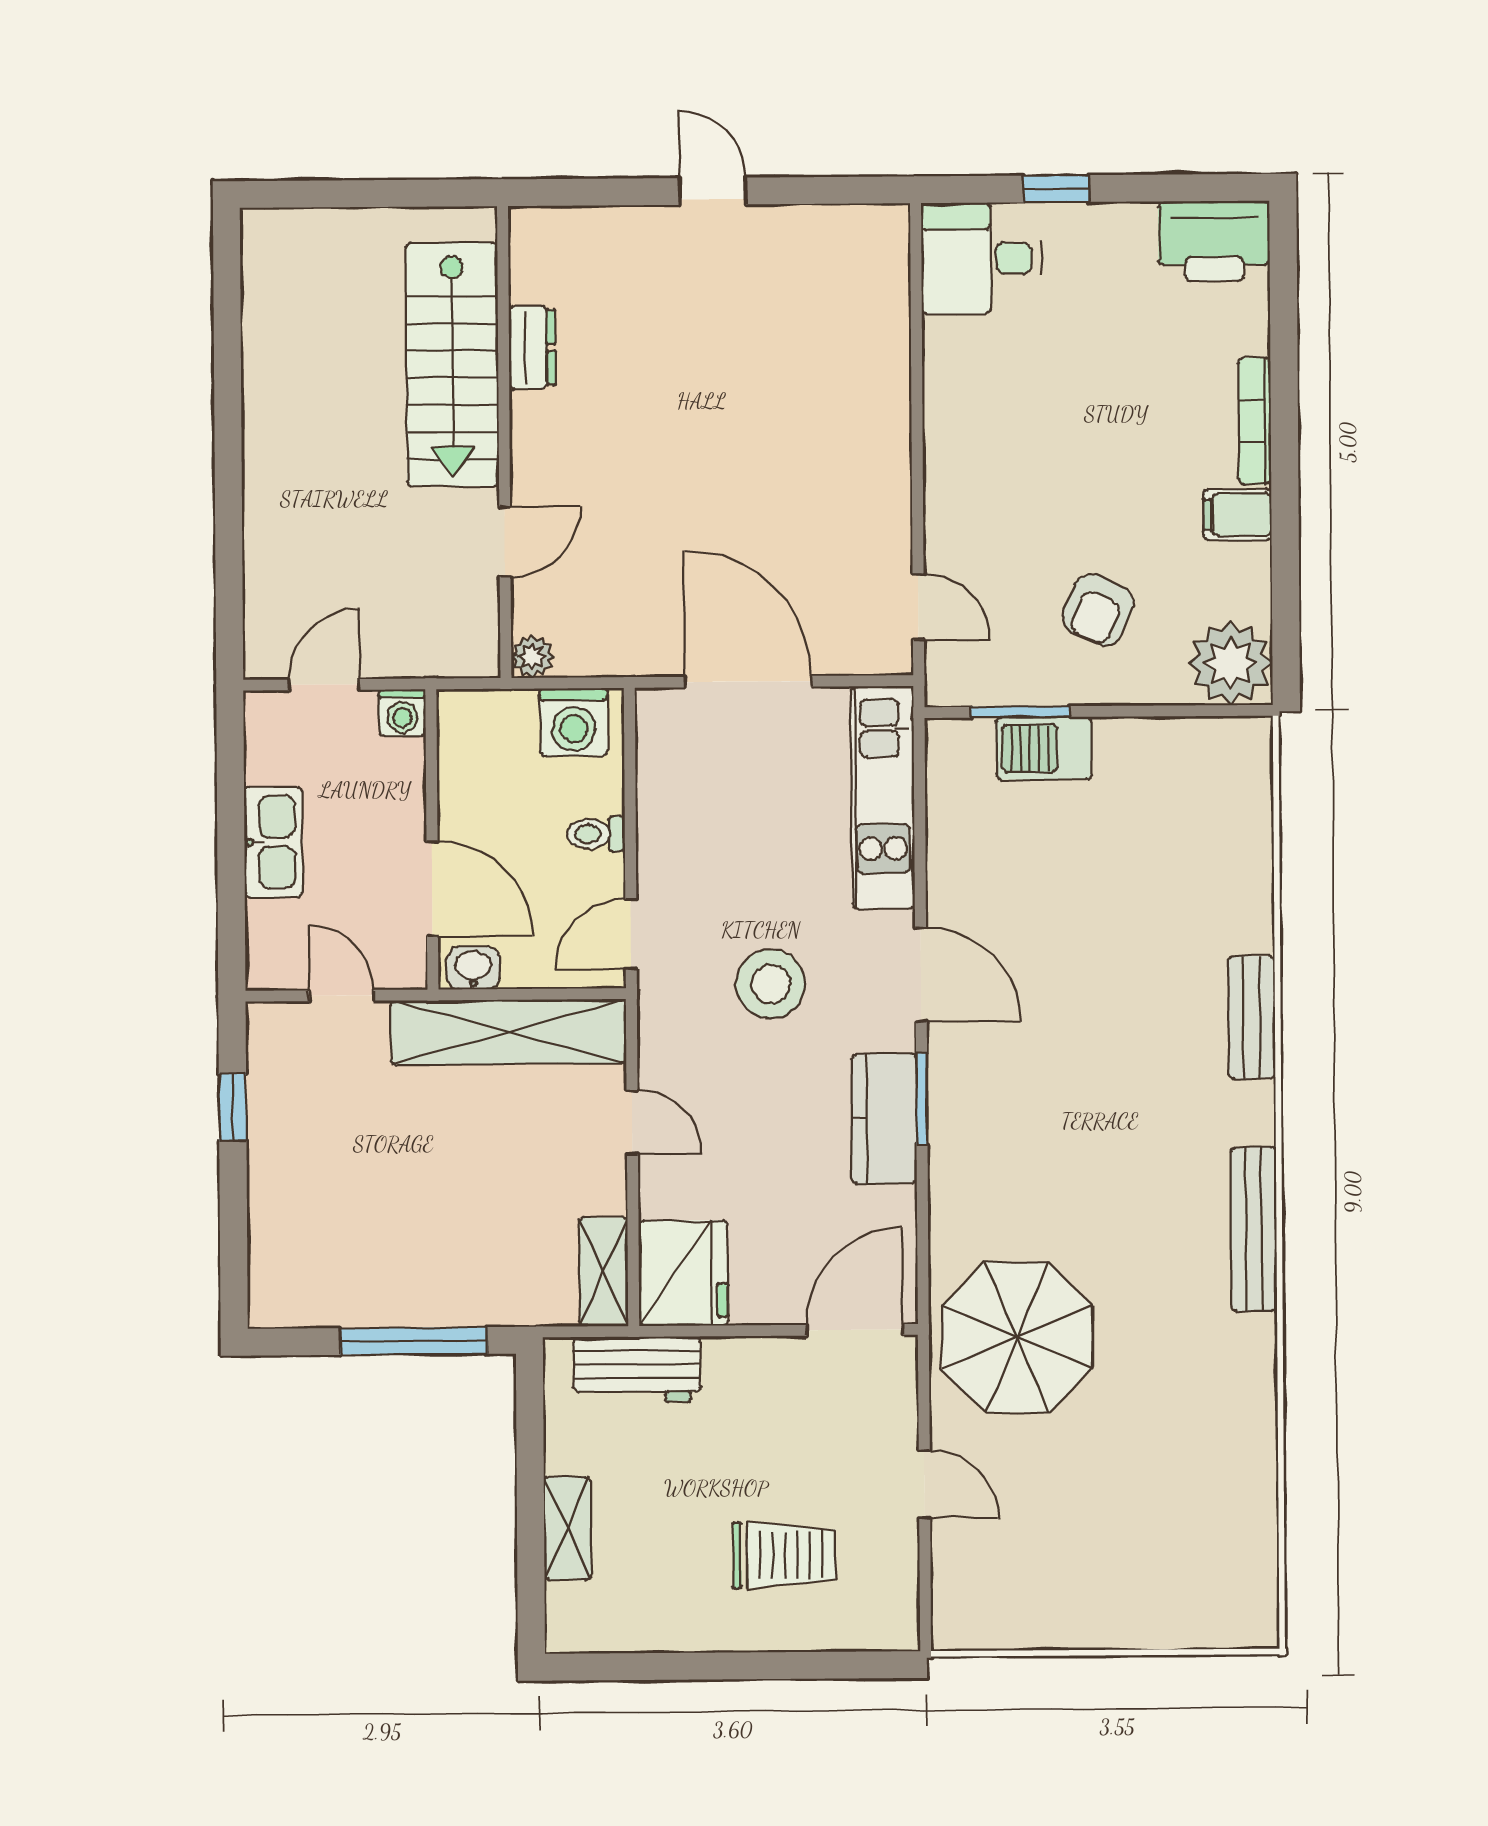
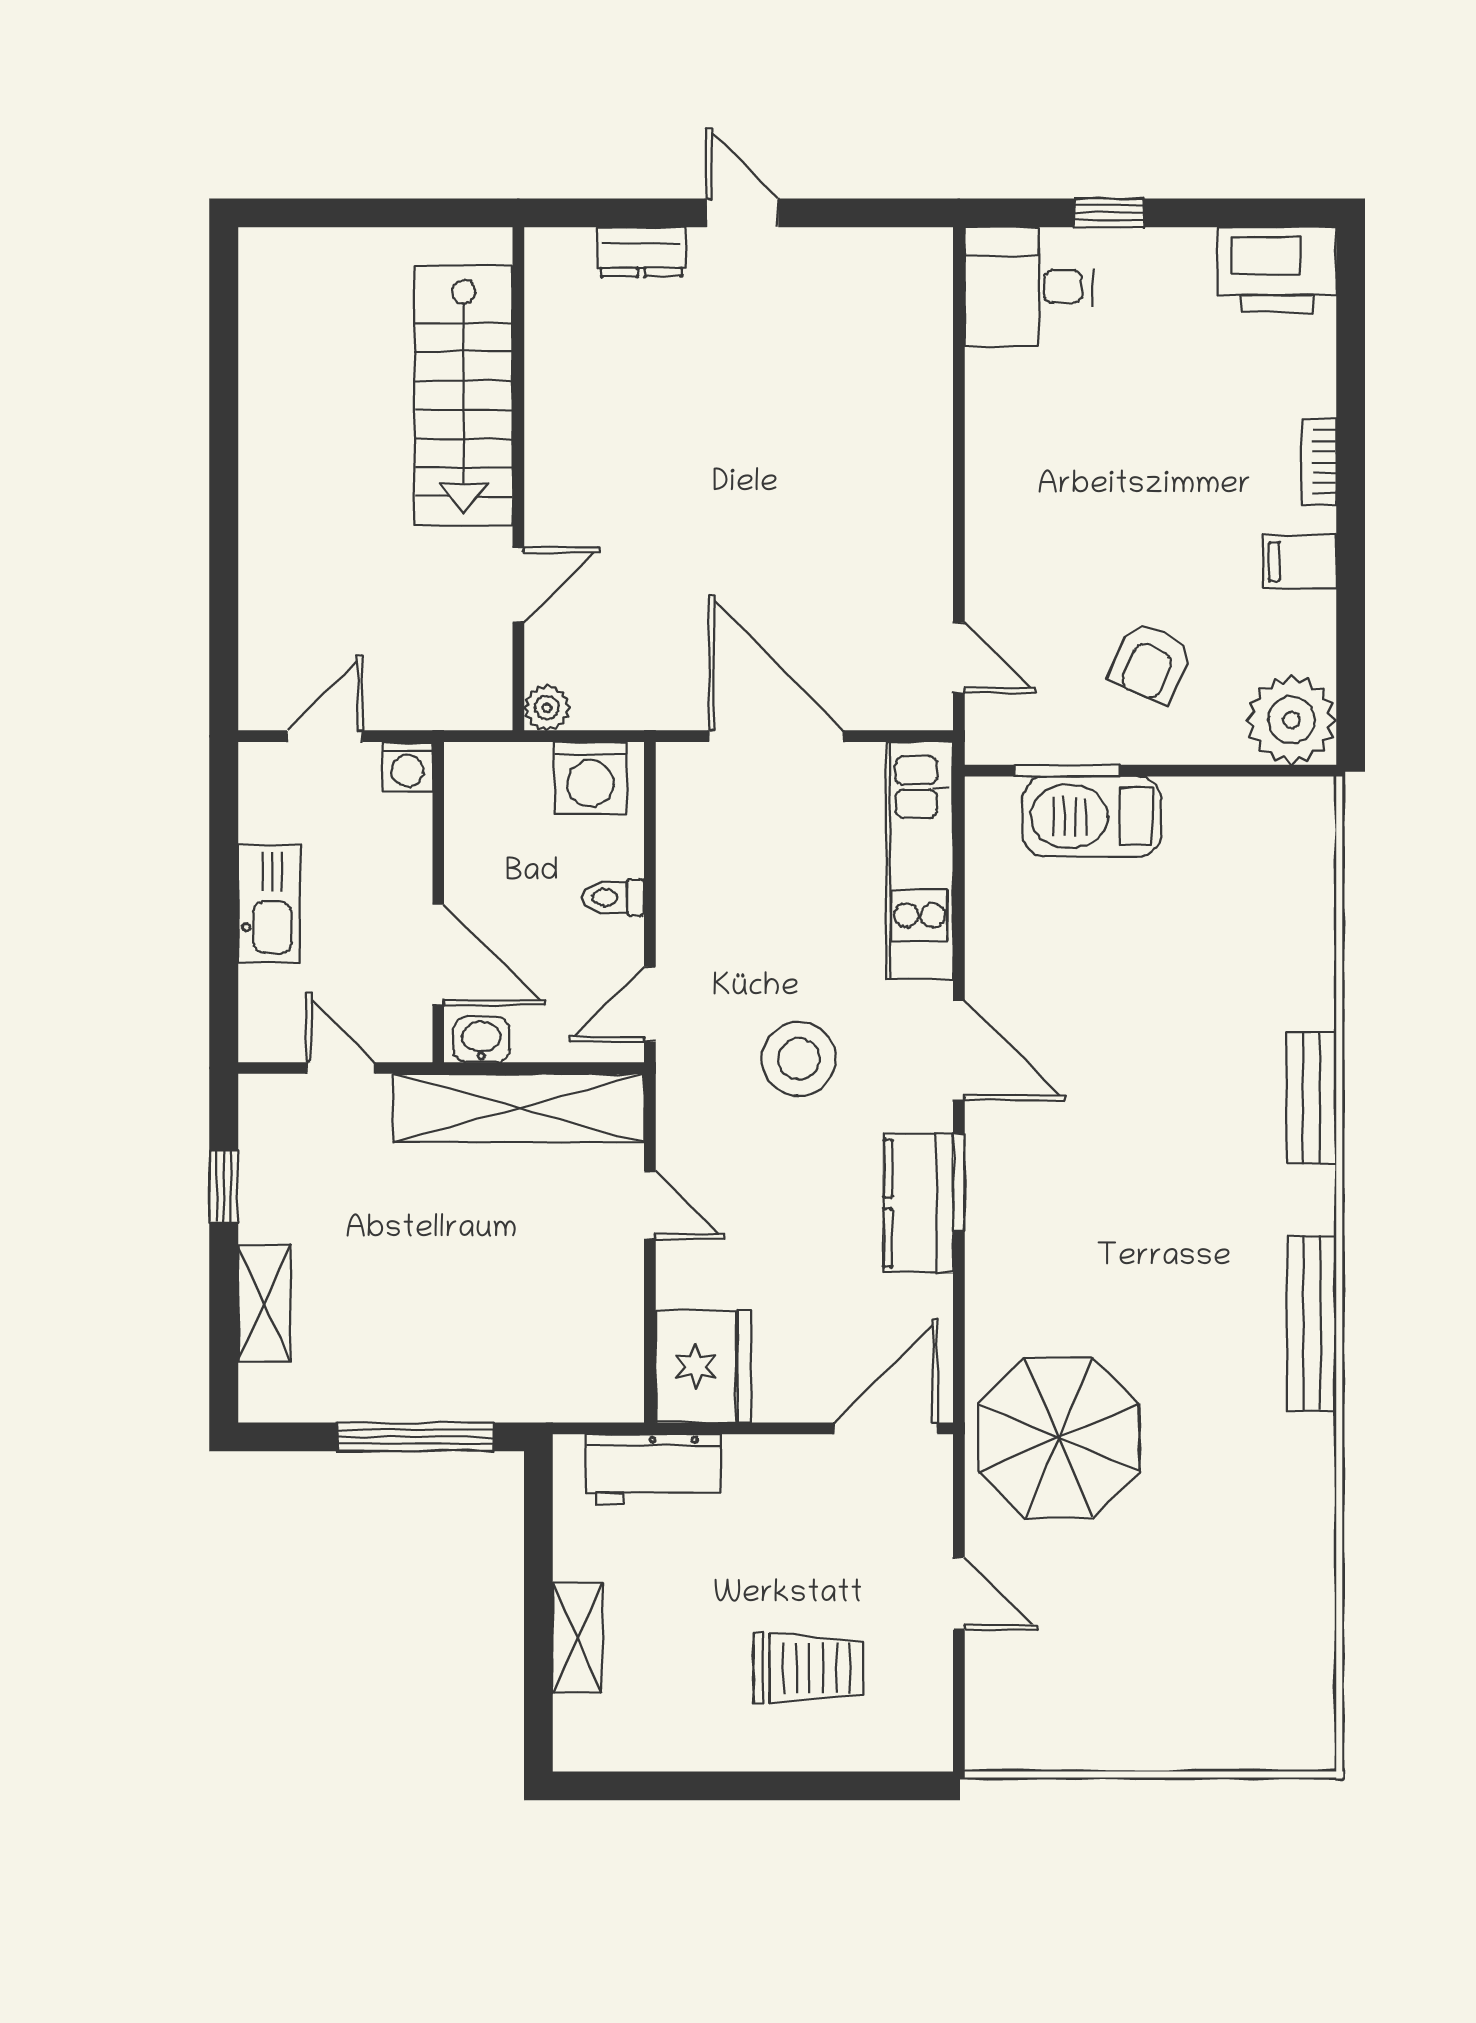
dresser: (532, 347) -> (641, 252), moved, turned 90
bookcase: (1255, 421) -> (1319, 462), width x0.64
barbecue: (1044, 748) -> (1092, 816), width x1.37, depth x1.21
shelving: (603, 1272) -> (264, 1303), moved

